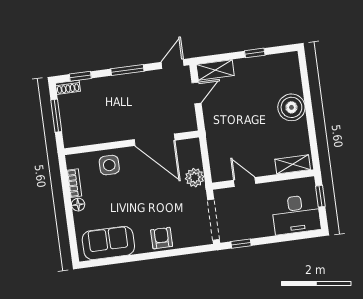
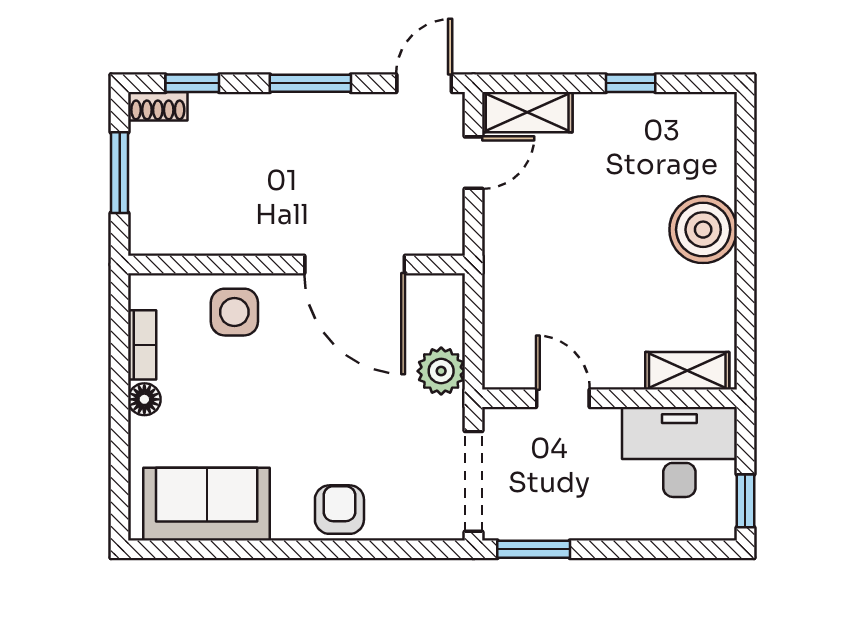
window: (320, 196) -> (745, 501), moved
desk: (296, 214) -> (679, 452), moved, turned 180
window: (241, 244) -> (534, 549), width x1.50

